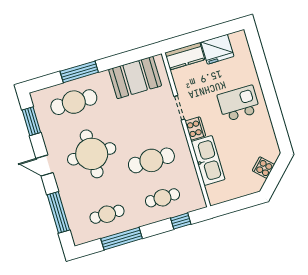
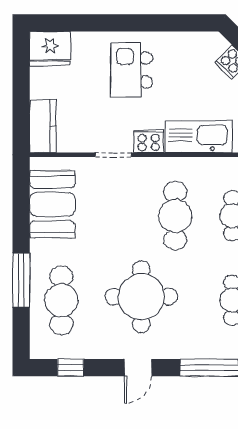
fridge: (217, 49) -> (50, 49), moved, turned 90
window: (31, 121) -> (71, 368), width x0.67

